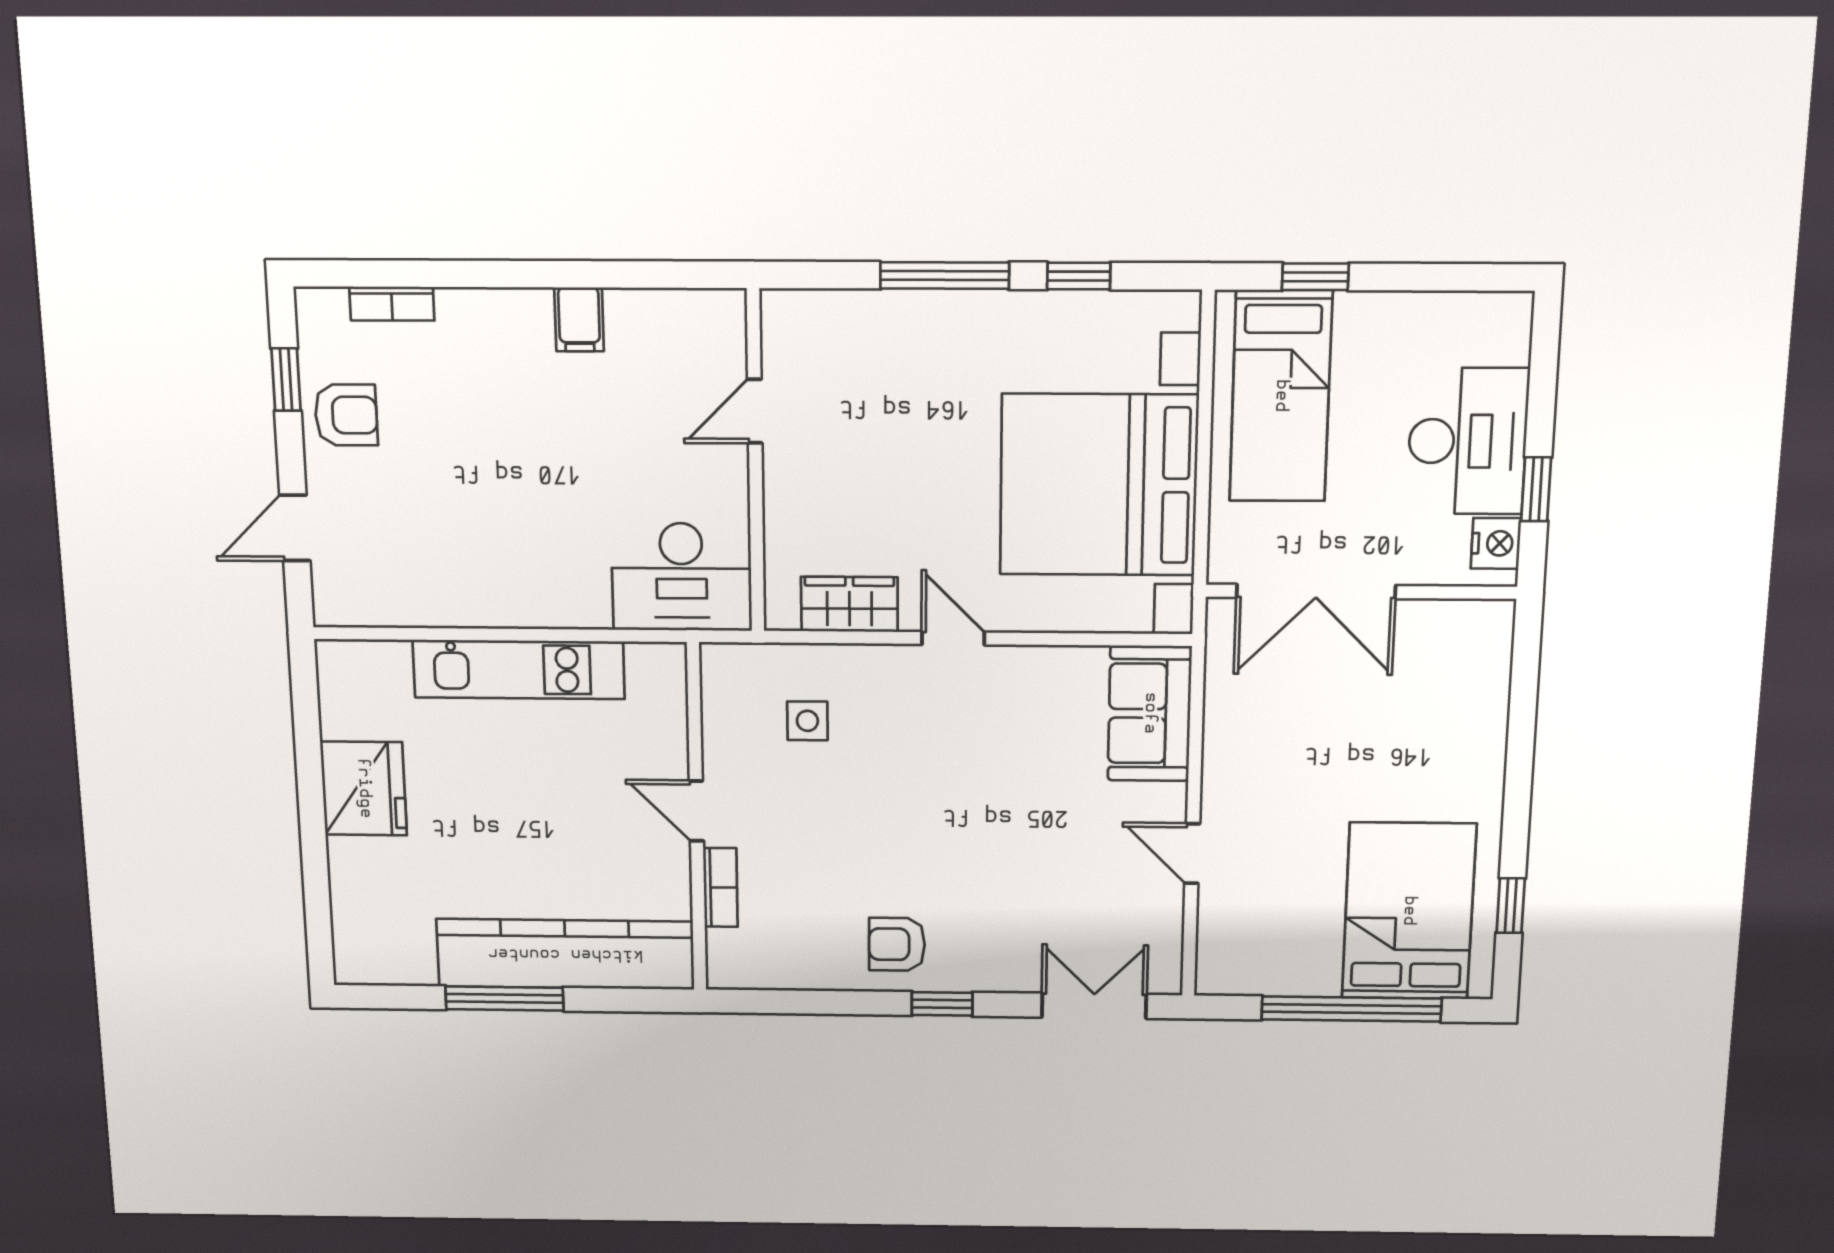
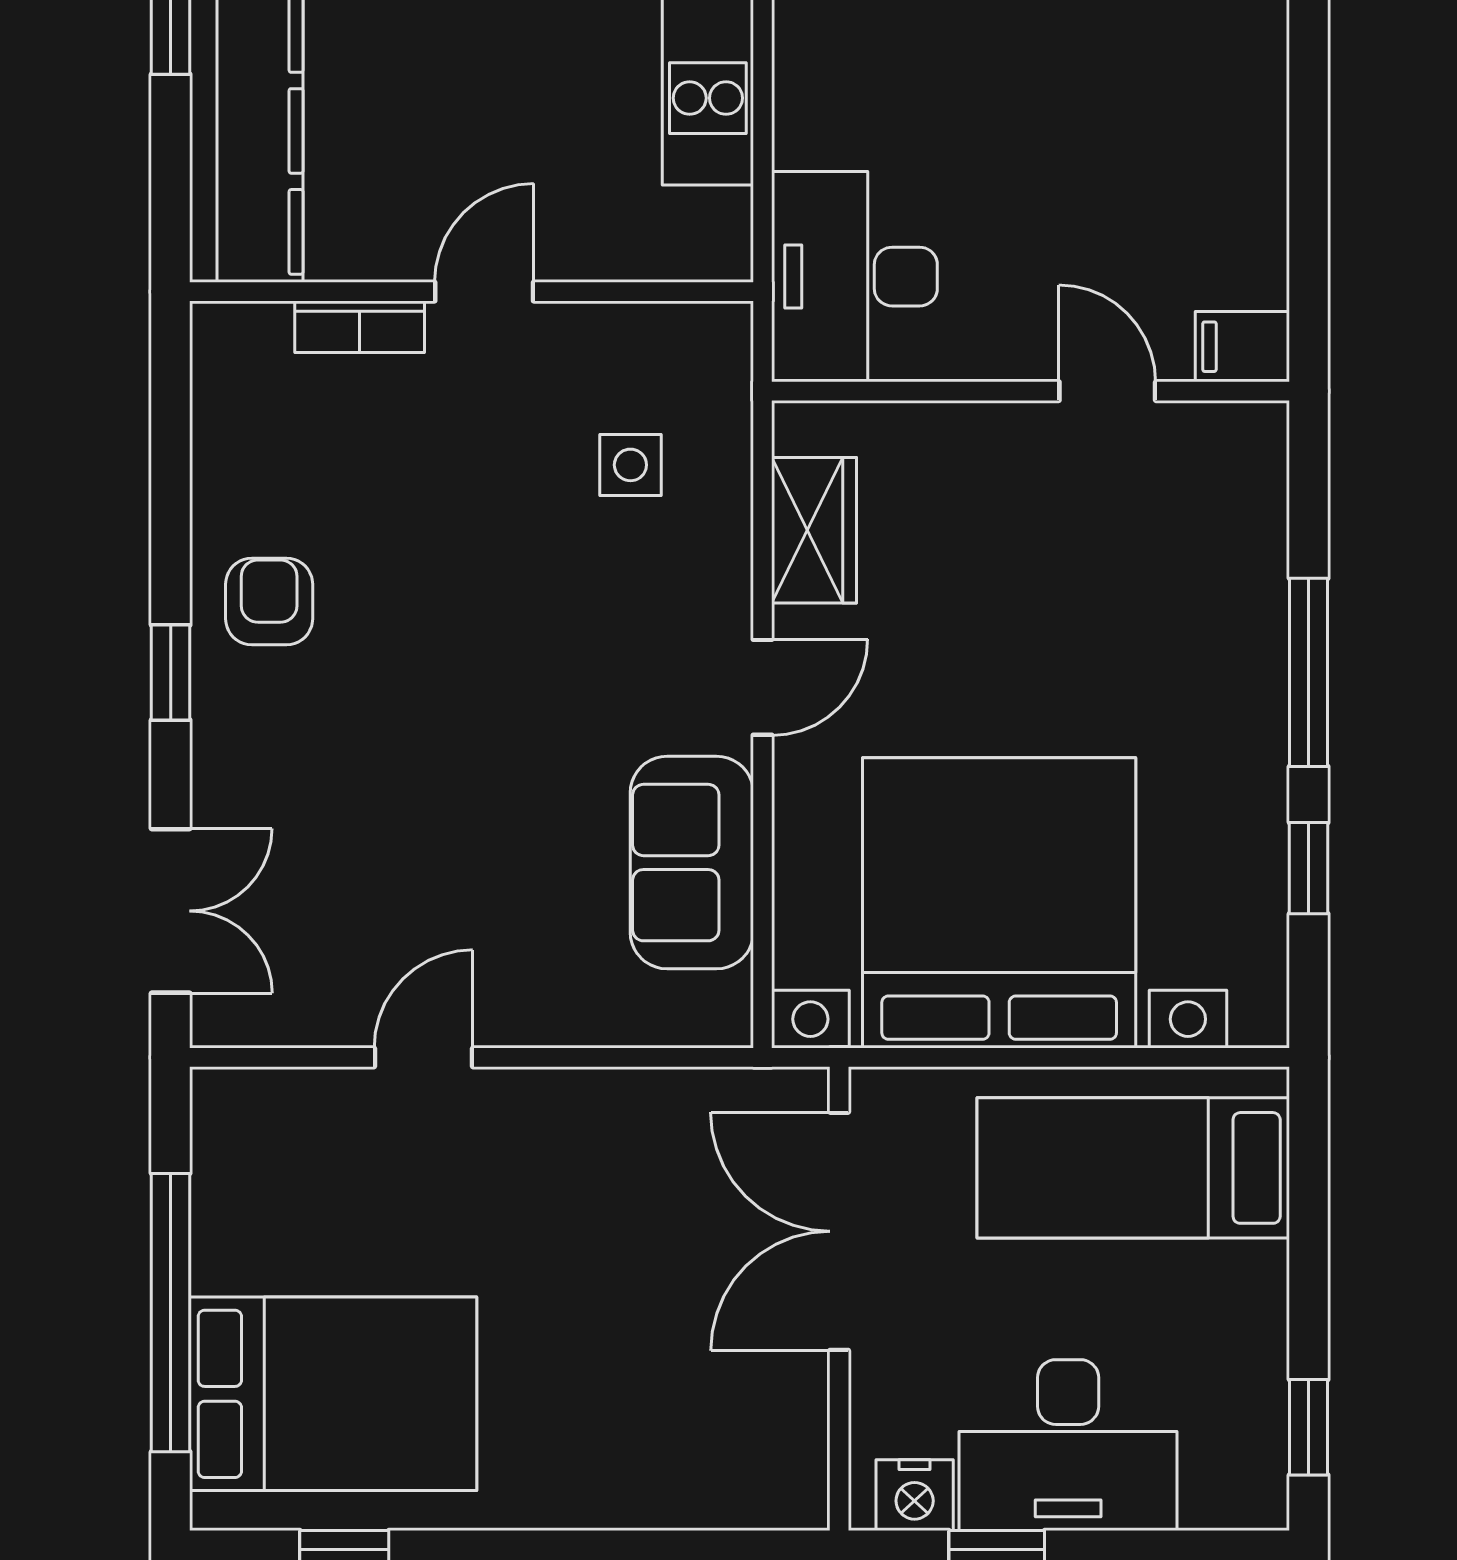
window: (1315, 277) -> (1309, 1427), moved
filing cabinet: (579, 319) -> (1242, 347), moved
sofa: (1150, 713) -> (692, 863), moved, turned -90

